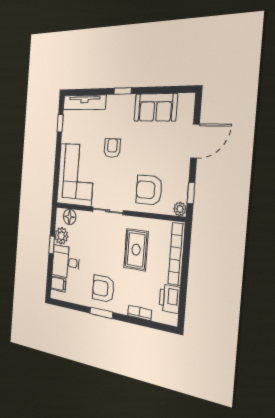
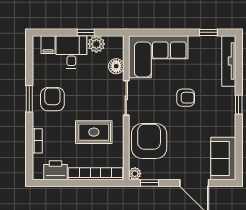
sofa: (155, 107) -> (223, 158), moved
armchair: (149, 190) -> (149, 141), width x1.36, depth x1.36
floor lamp: (70, 217) -> (116, 66), moved

